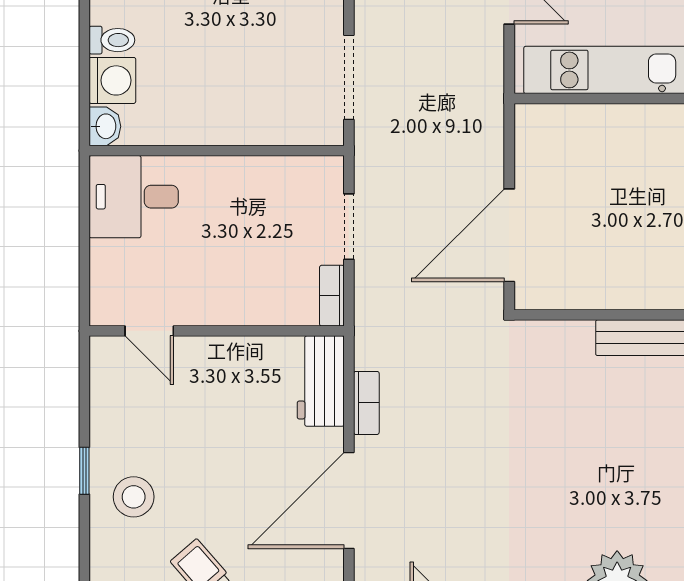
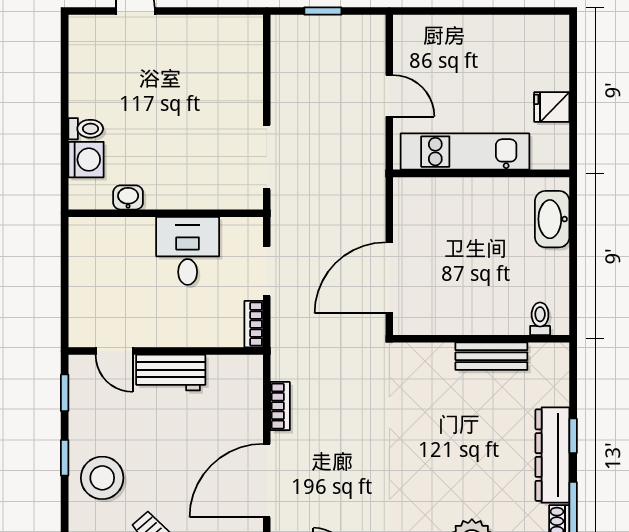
washbasin: (105, 126) -> (128, 197), moved, turned -90
desk: (134, 197) -> (188, 251), moved, turned 90
workbench: (321, 381) -> (171, 373), moved, turned -90
window: (84, 386) -> (65, 393), added
stool: (134, 497) -> (102, 478), width x1.38, depth x1.38

